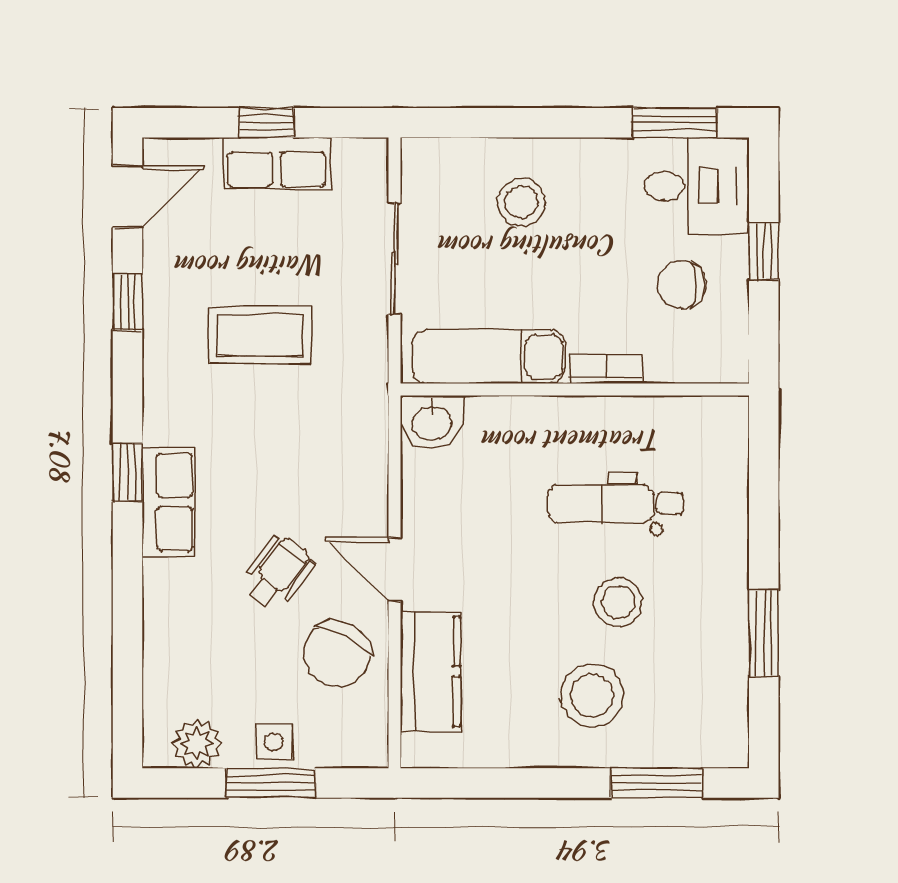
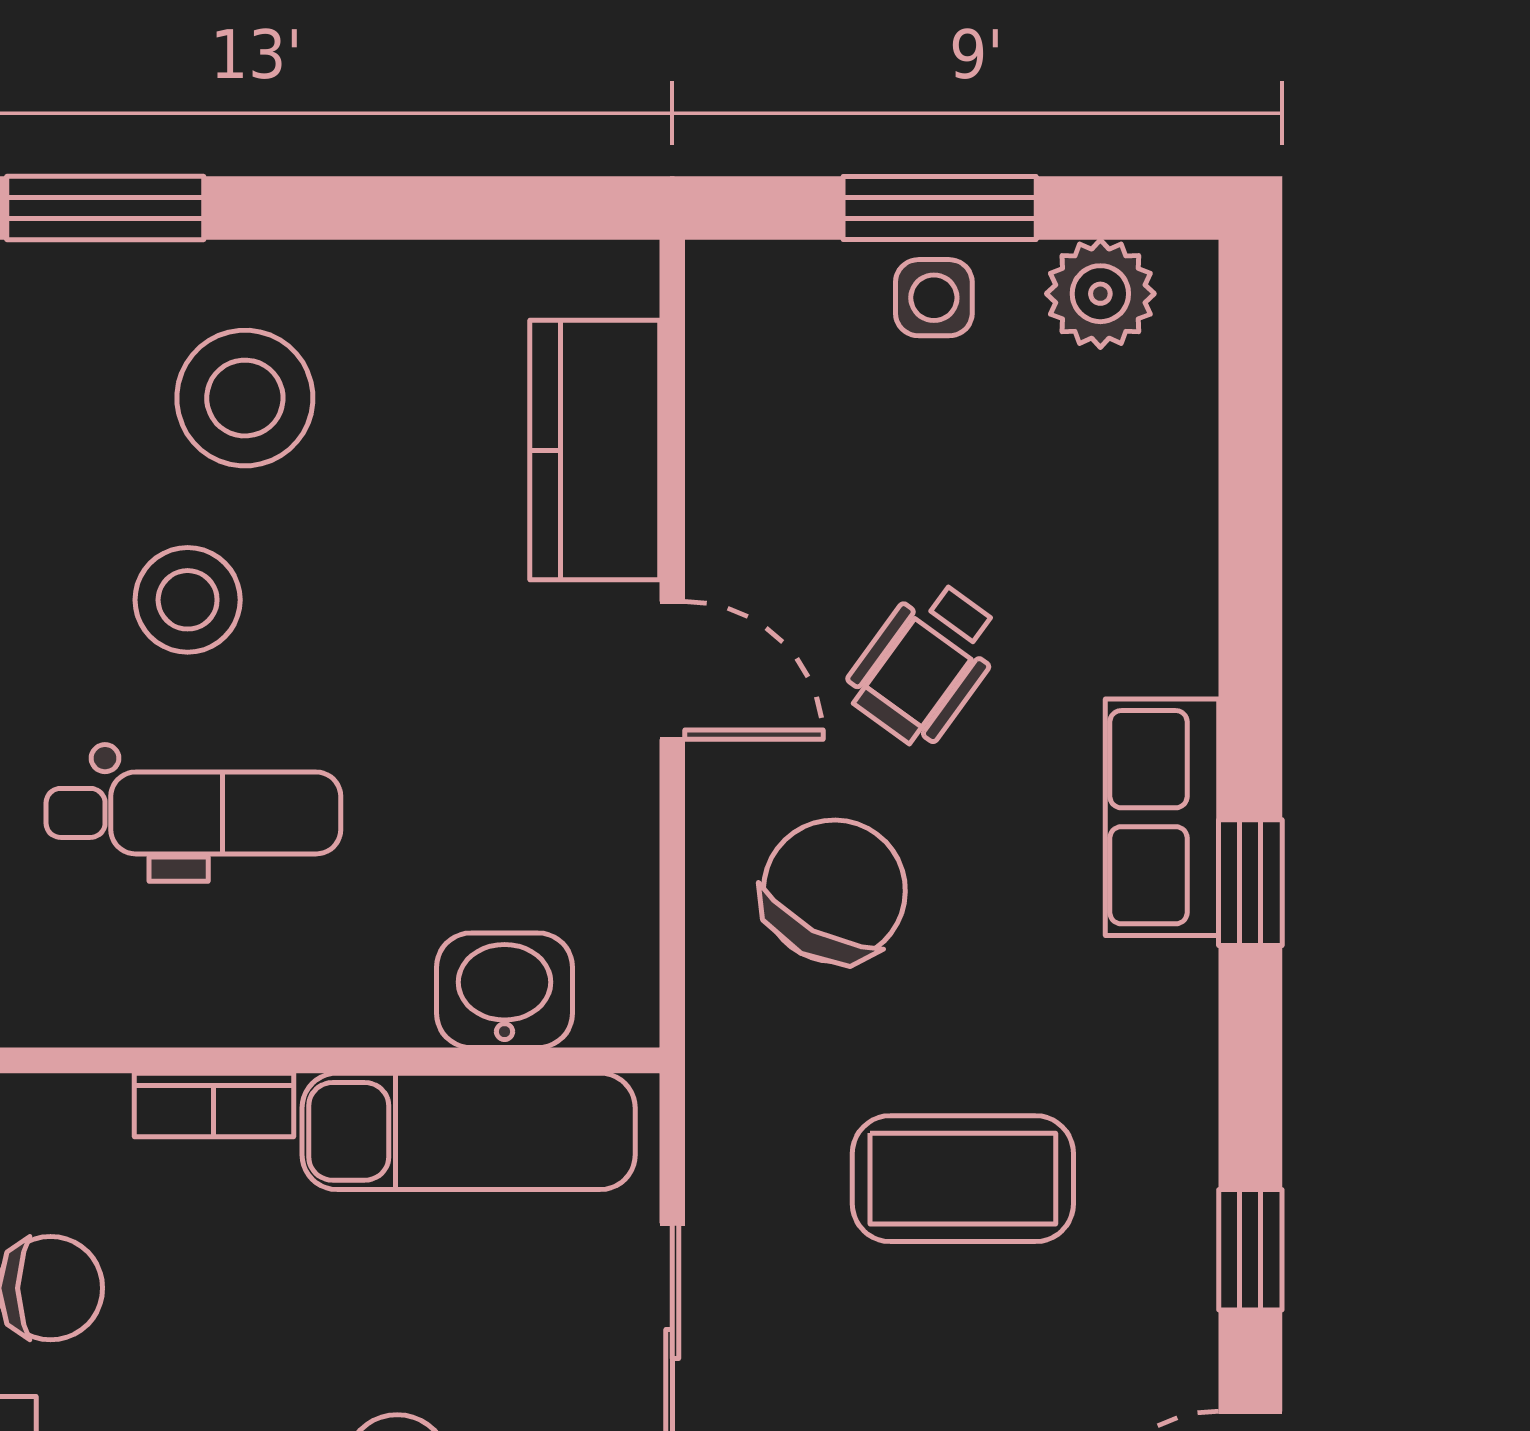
washbasin: (432, 422) -> (505, 990), moved
chair: (337, 654) -> (834, 891), moved

